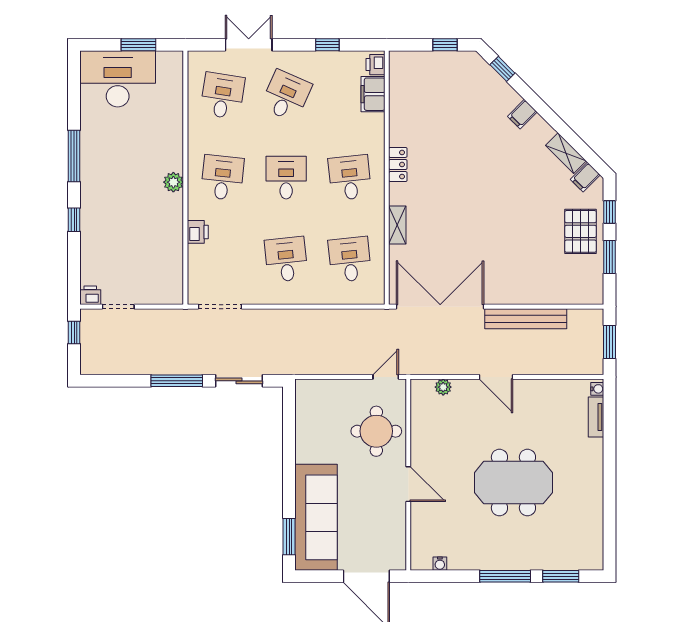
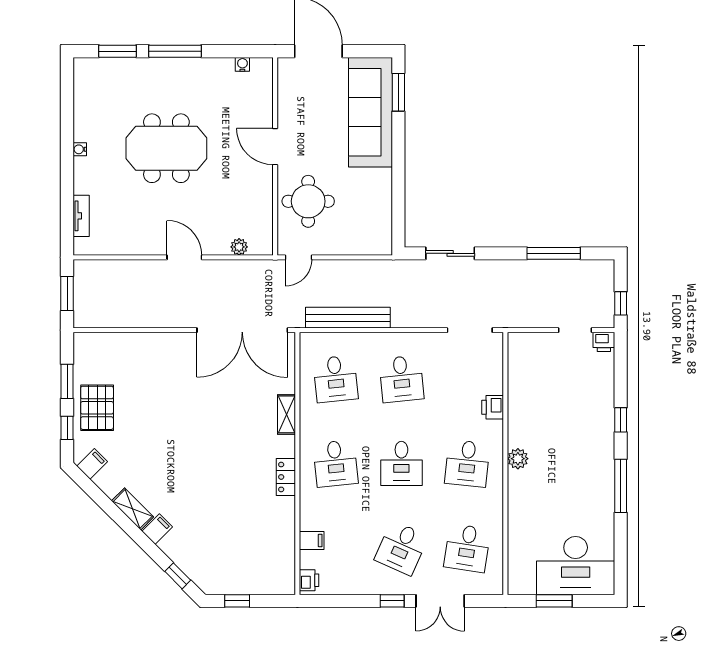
window: (327, 45) -> (392, 601), moved
filing cabinet: (373, 94) -> (312, 540), width x0.50
shelving: (566, 153) -> (133, 509), moved
bench: (526, 319) -> (348, 318), moved
window: (177, 381) -> (554, 253), moved
water cooler: (597, 389) -> (80, 149), moved

